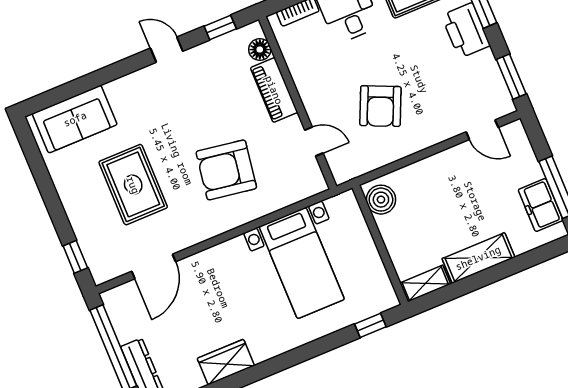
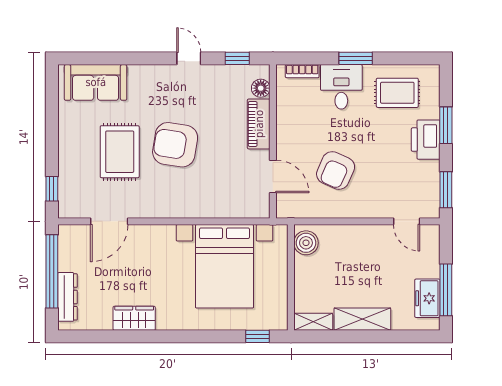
door: (314, 142) -> (273, 176), width x1.38
armchair: (226, 170) -> (175, 145), moved
bed with nightstands: (302, 263) -> (225, 266), width x1.36

